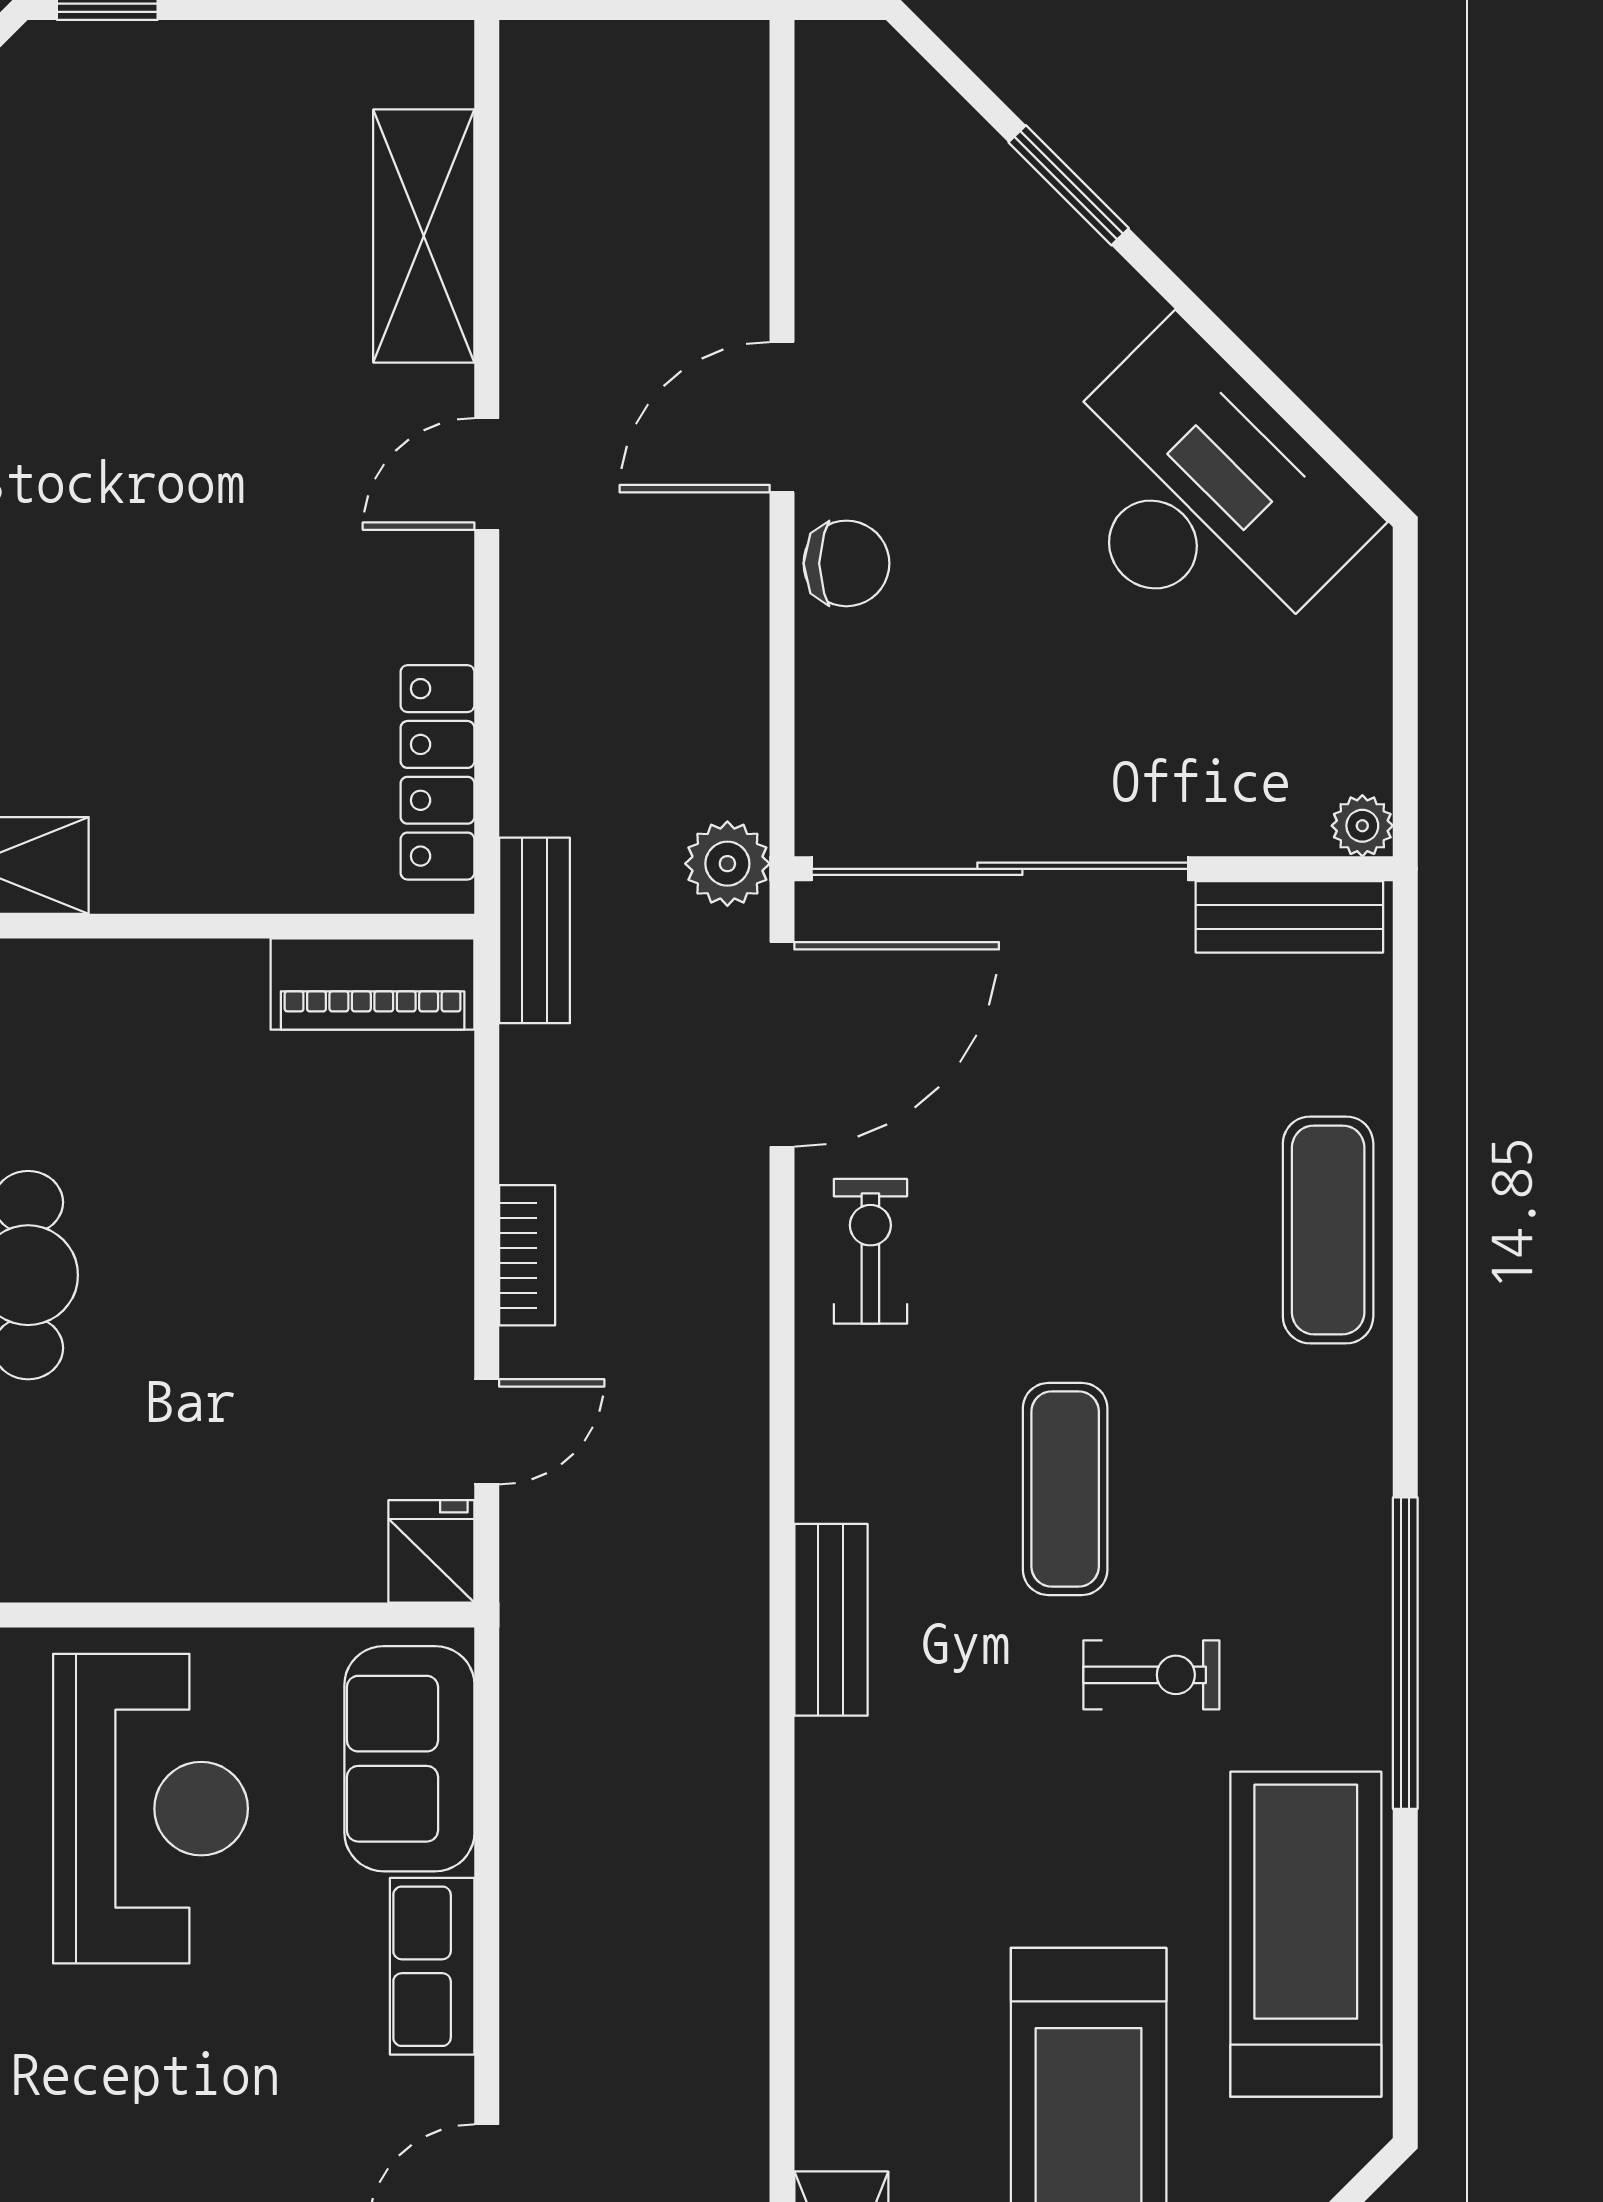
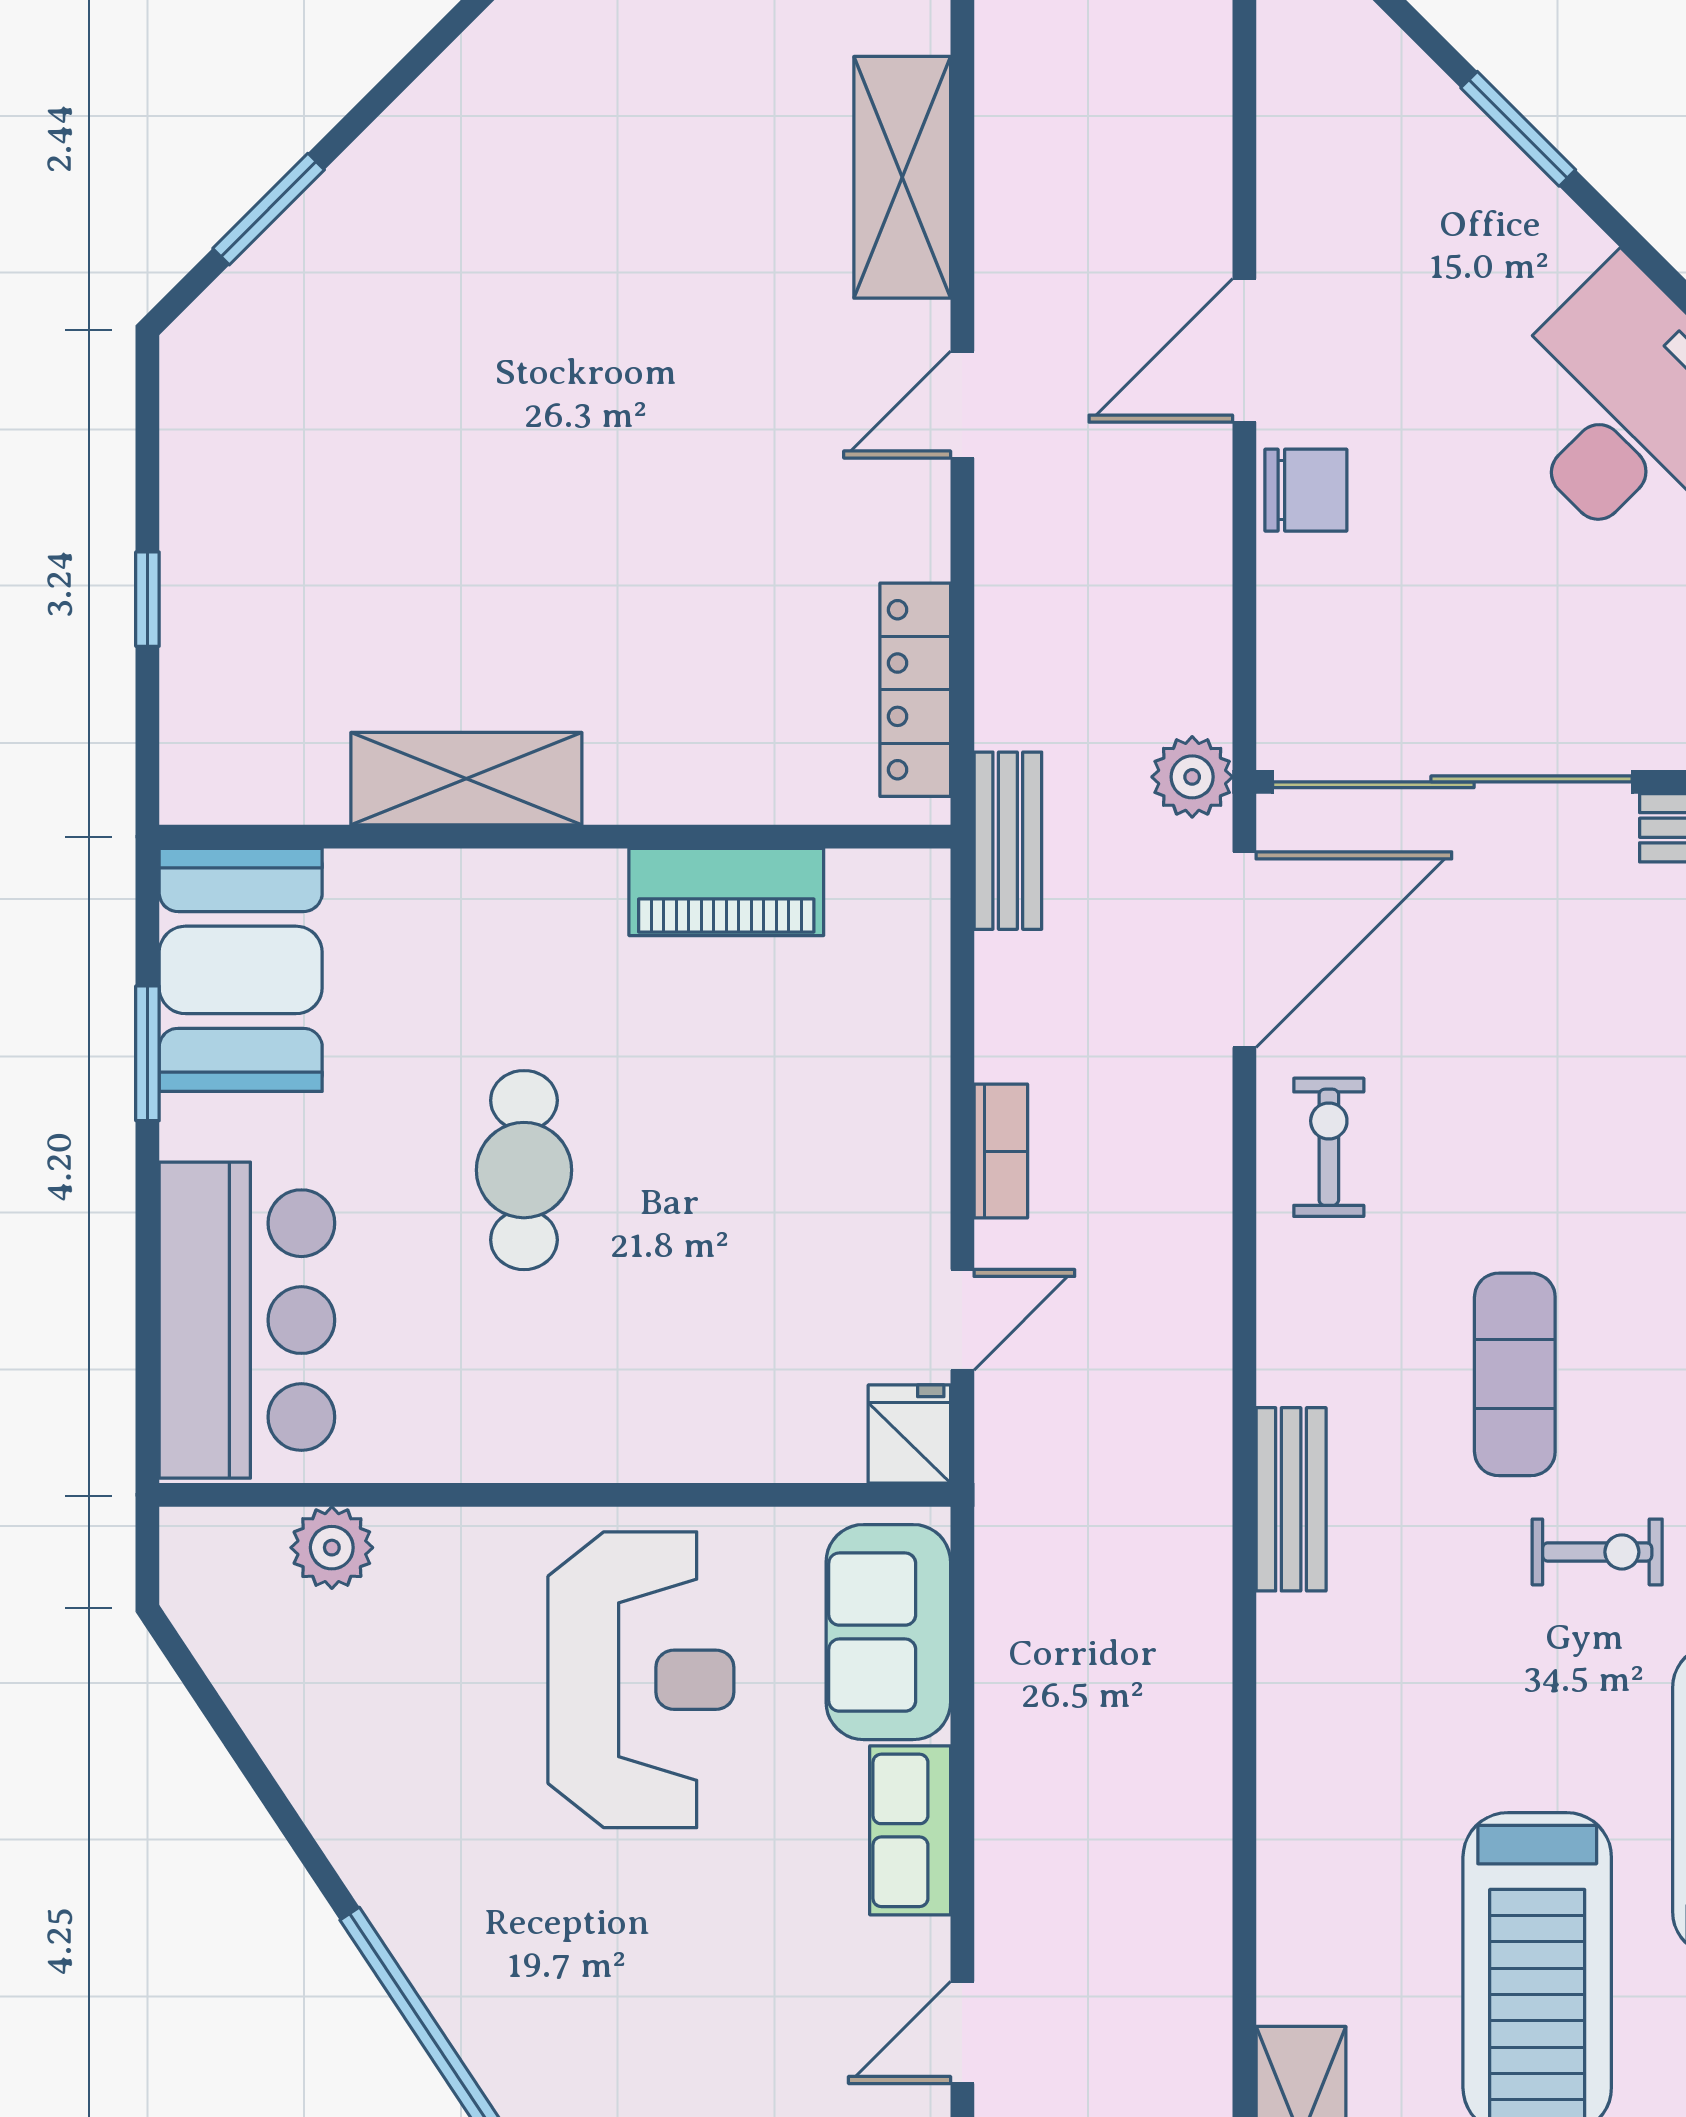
piano: (373, 984) -> (726, 892), moved

